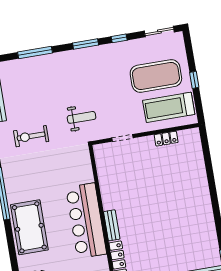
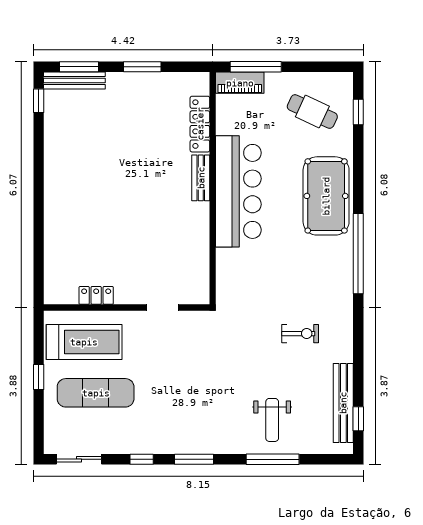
exercise mat: (156, 76) -> (96, 393), width x0.68
weight bench: (82, 117) -> (272, 420), moved, turned -90
exercise bike: (31, 136) -> (300, 334), width x0.73, depth x0.72

